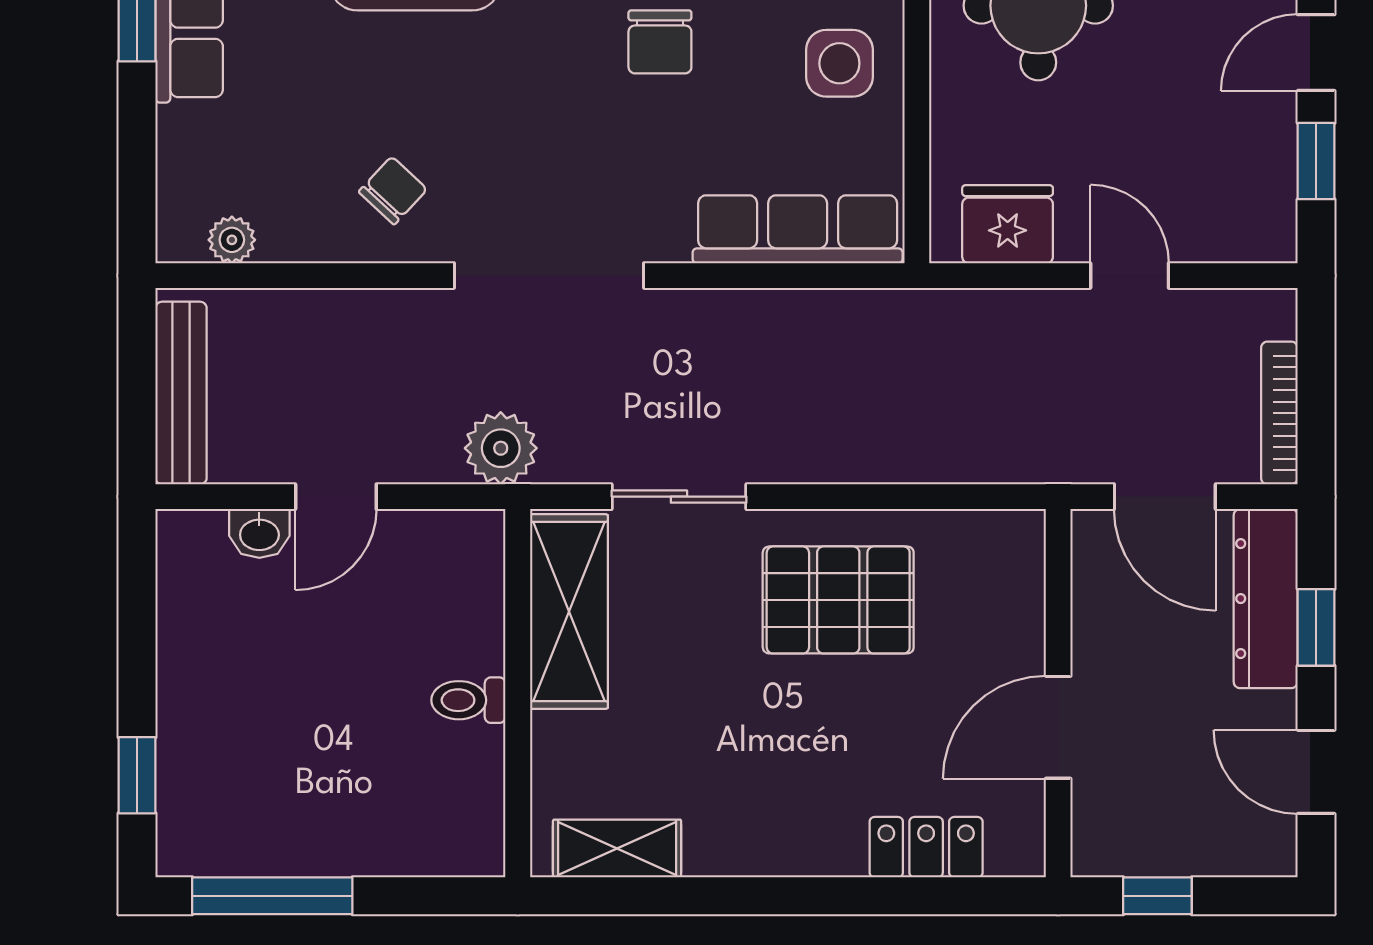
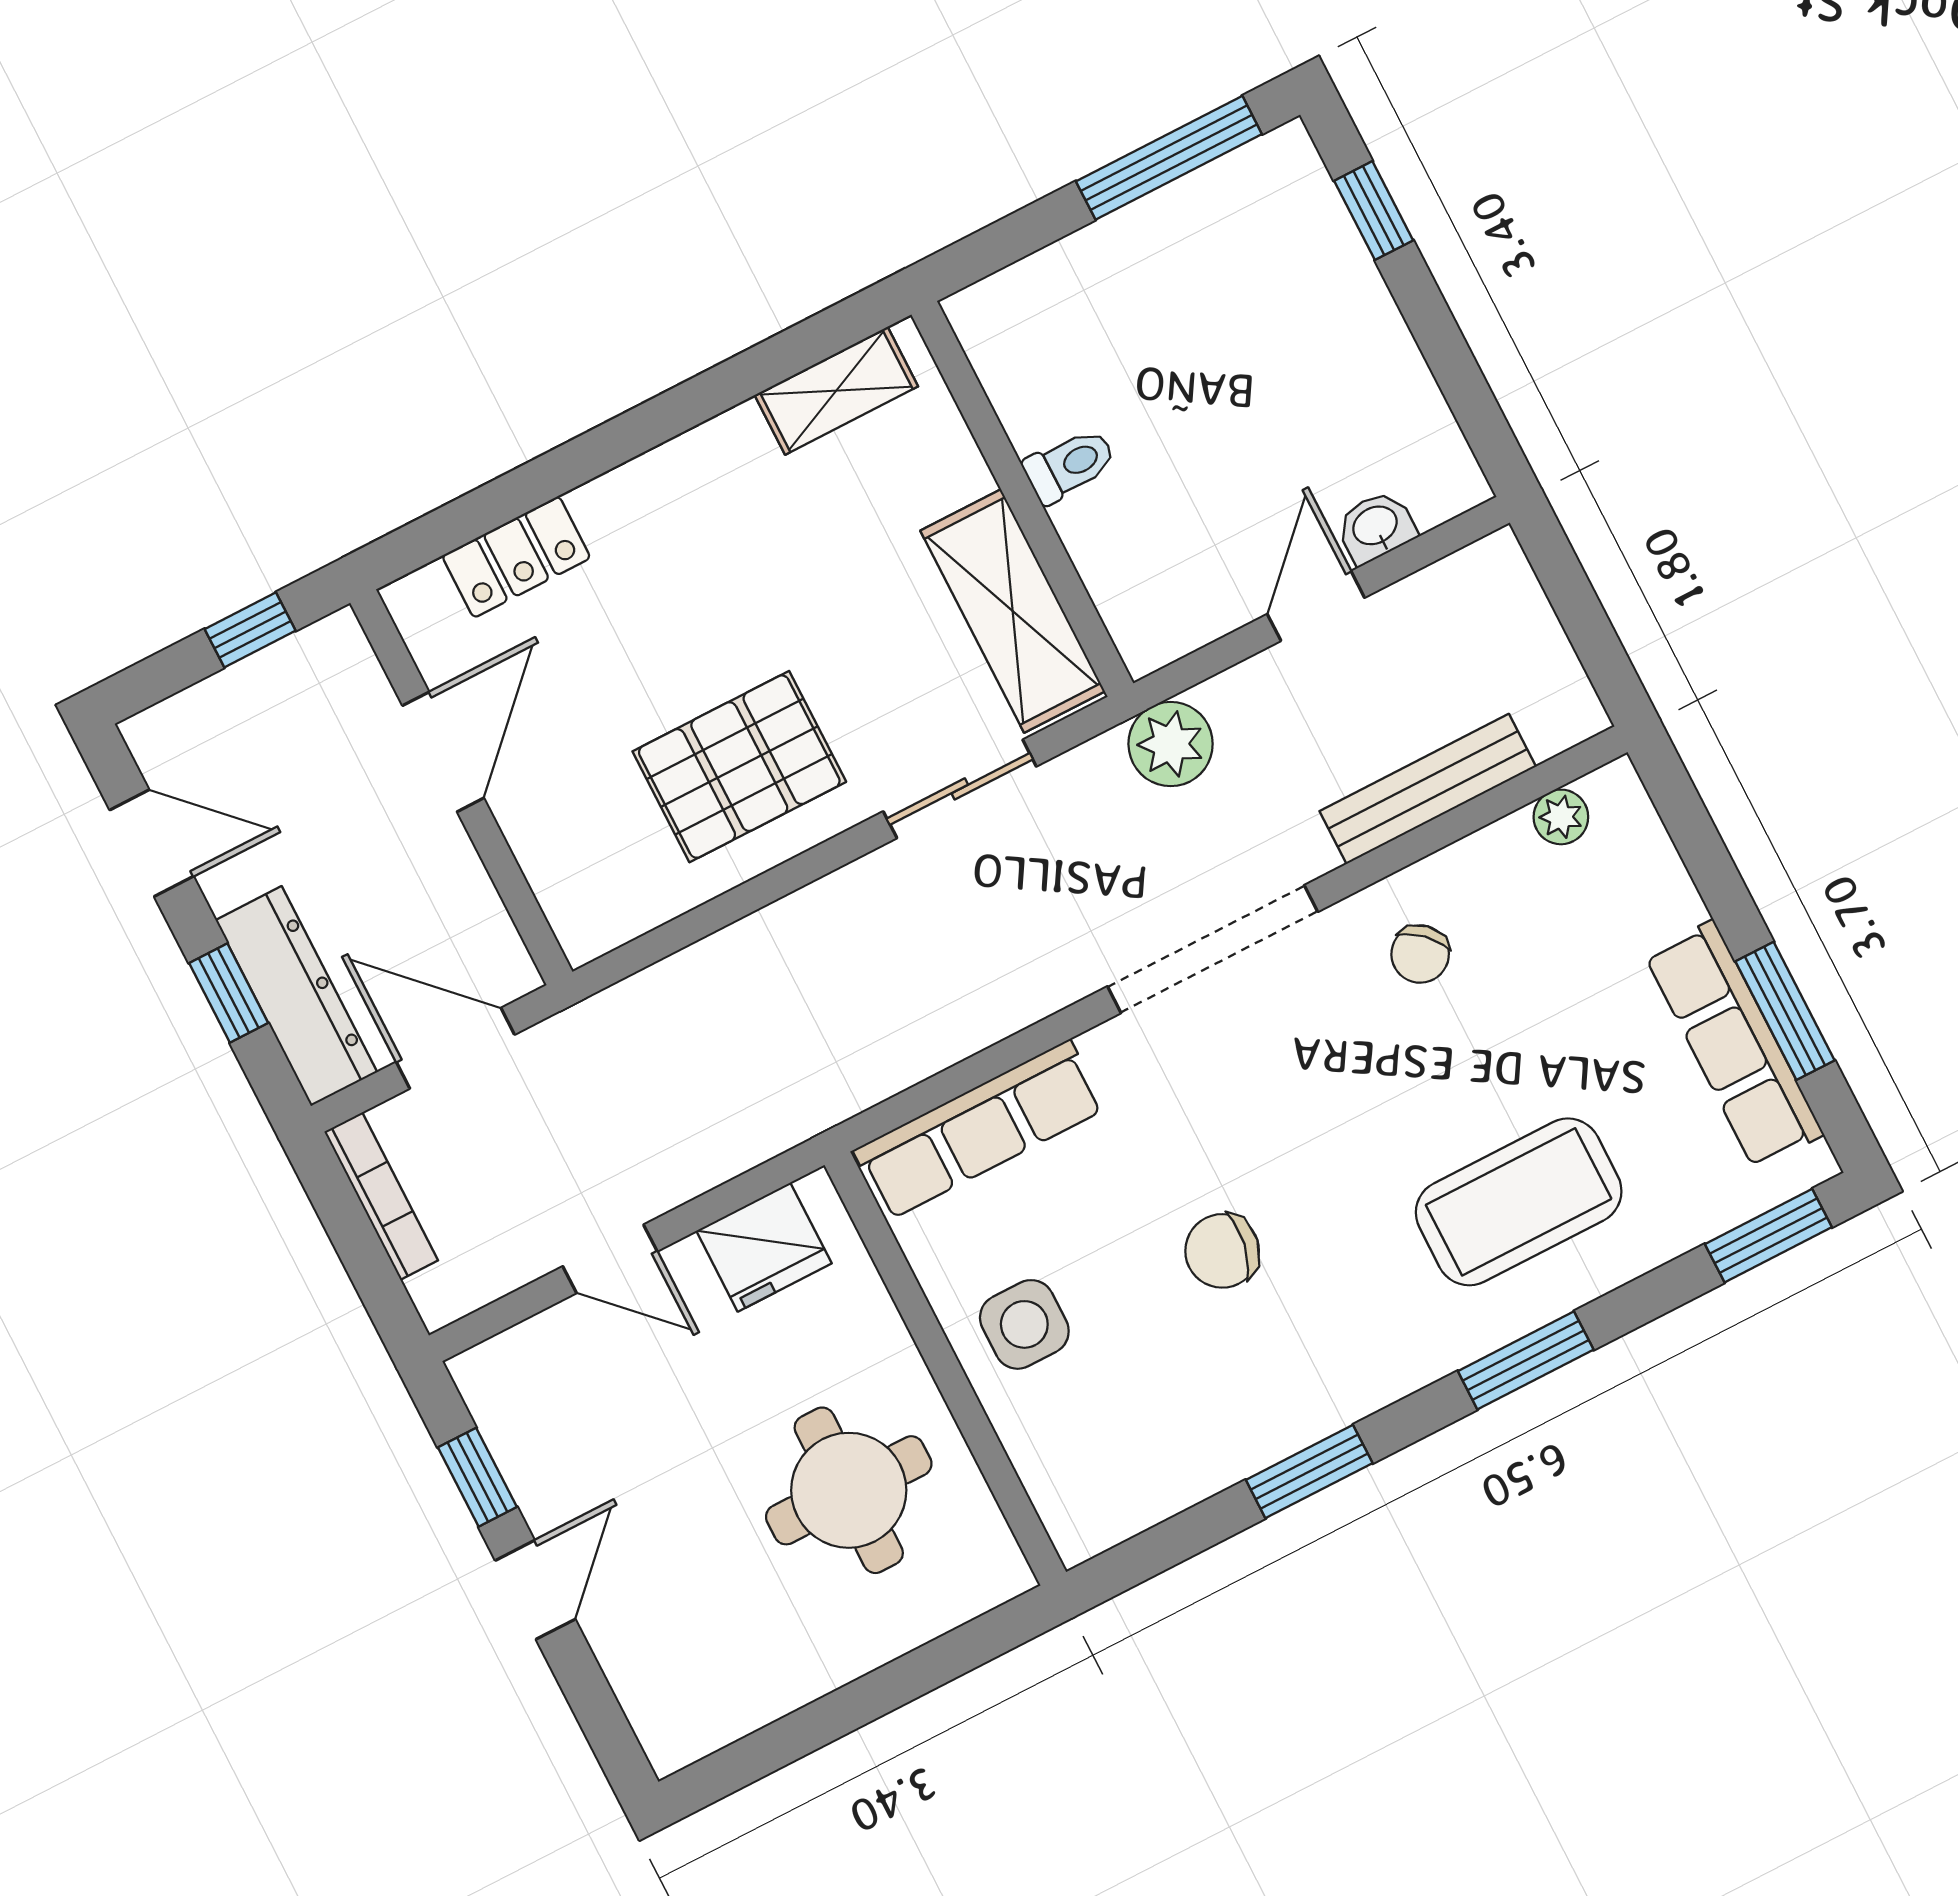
chair: (660, 42) -> (1222, 1251), turned -80
bench: (181, 393) -> (1428, 789), moved, turned 90

